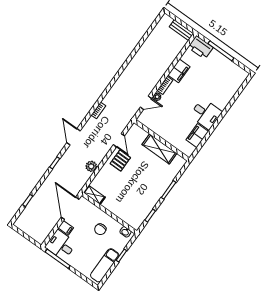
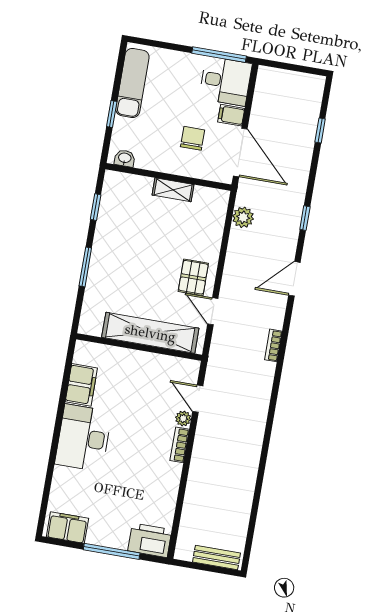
bench: (181, 30) -> (216, 557), moved
filing cabinet: (179, 71) -> (67, 528), moved, turned 90
door: (146, 103) -> (198, 399), hinge flipped
desk: (206, 114) -> (83, 438), width x1.37
door: (73, 137) -> (294, 279), swing flipped
shelving: (159, 149) -> (150, 333), width x1.47
plant: (91, 166) -> (243, 217), moved
shelving: (94, 195) -> (173, 190), moved
chair: (100, 229) -> (193, 138), moved

